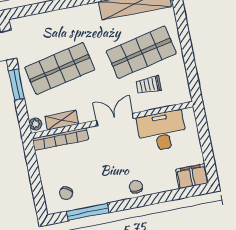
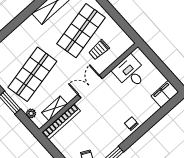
plant: (35, 124) -> (31, 113), moved
desk: (162, 131) -> (130, 72), width x0.73

